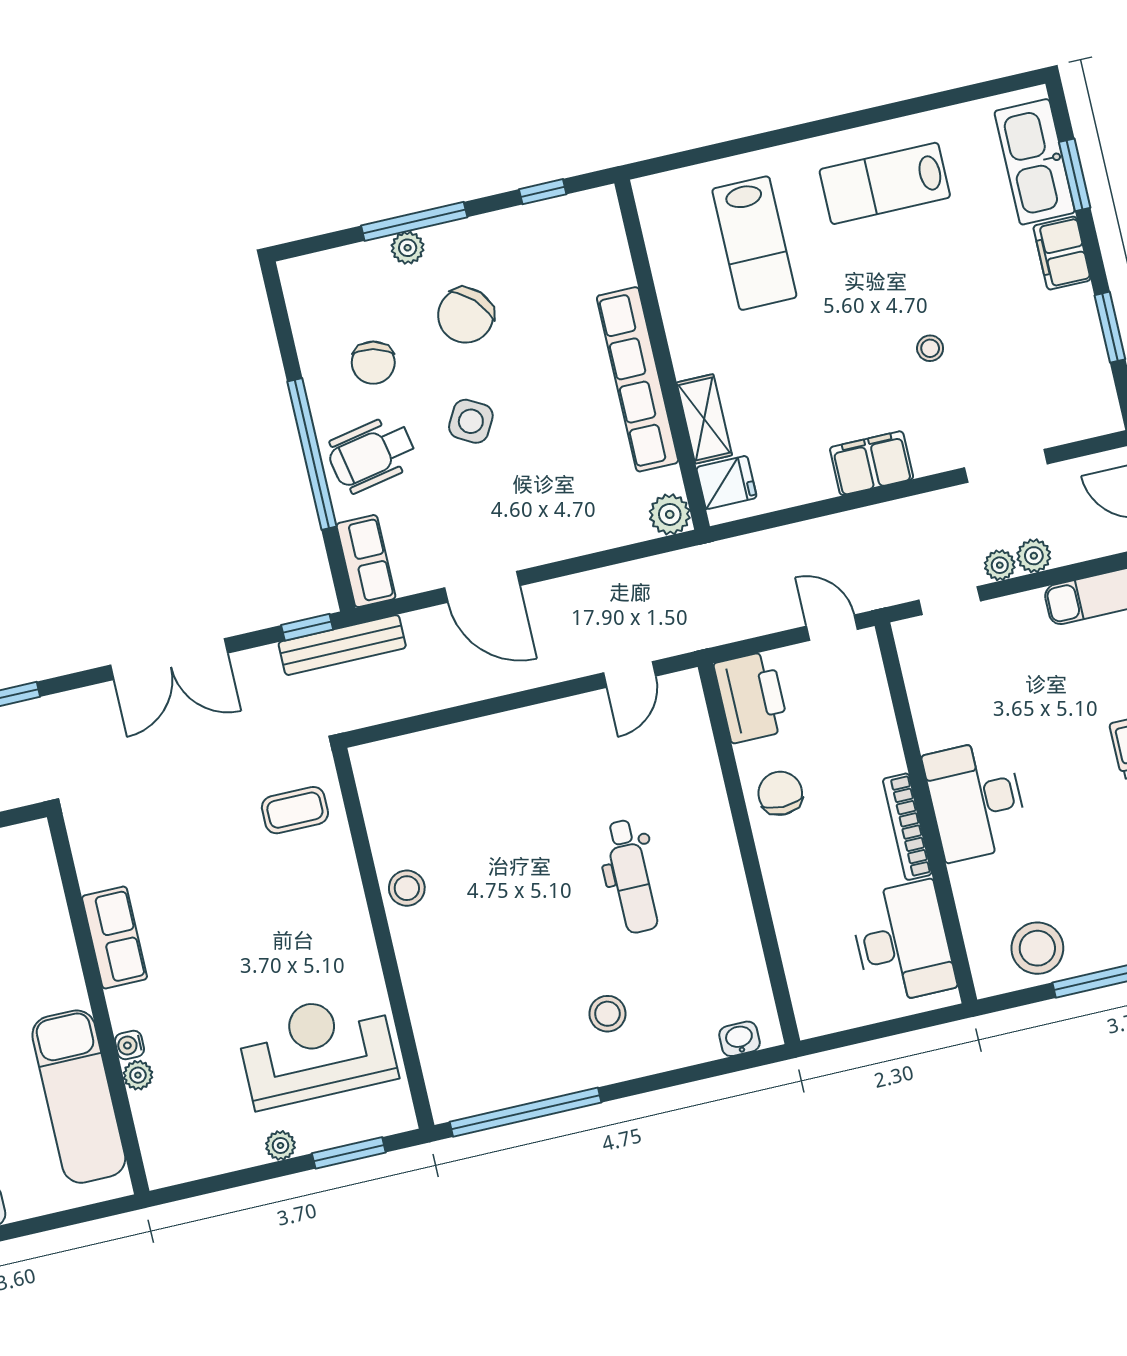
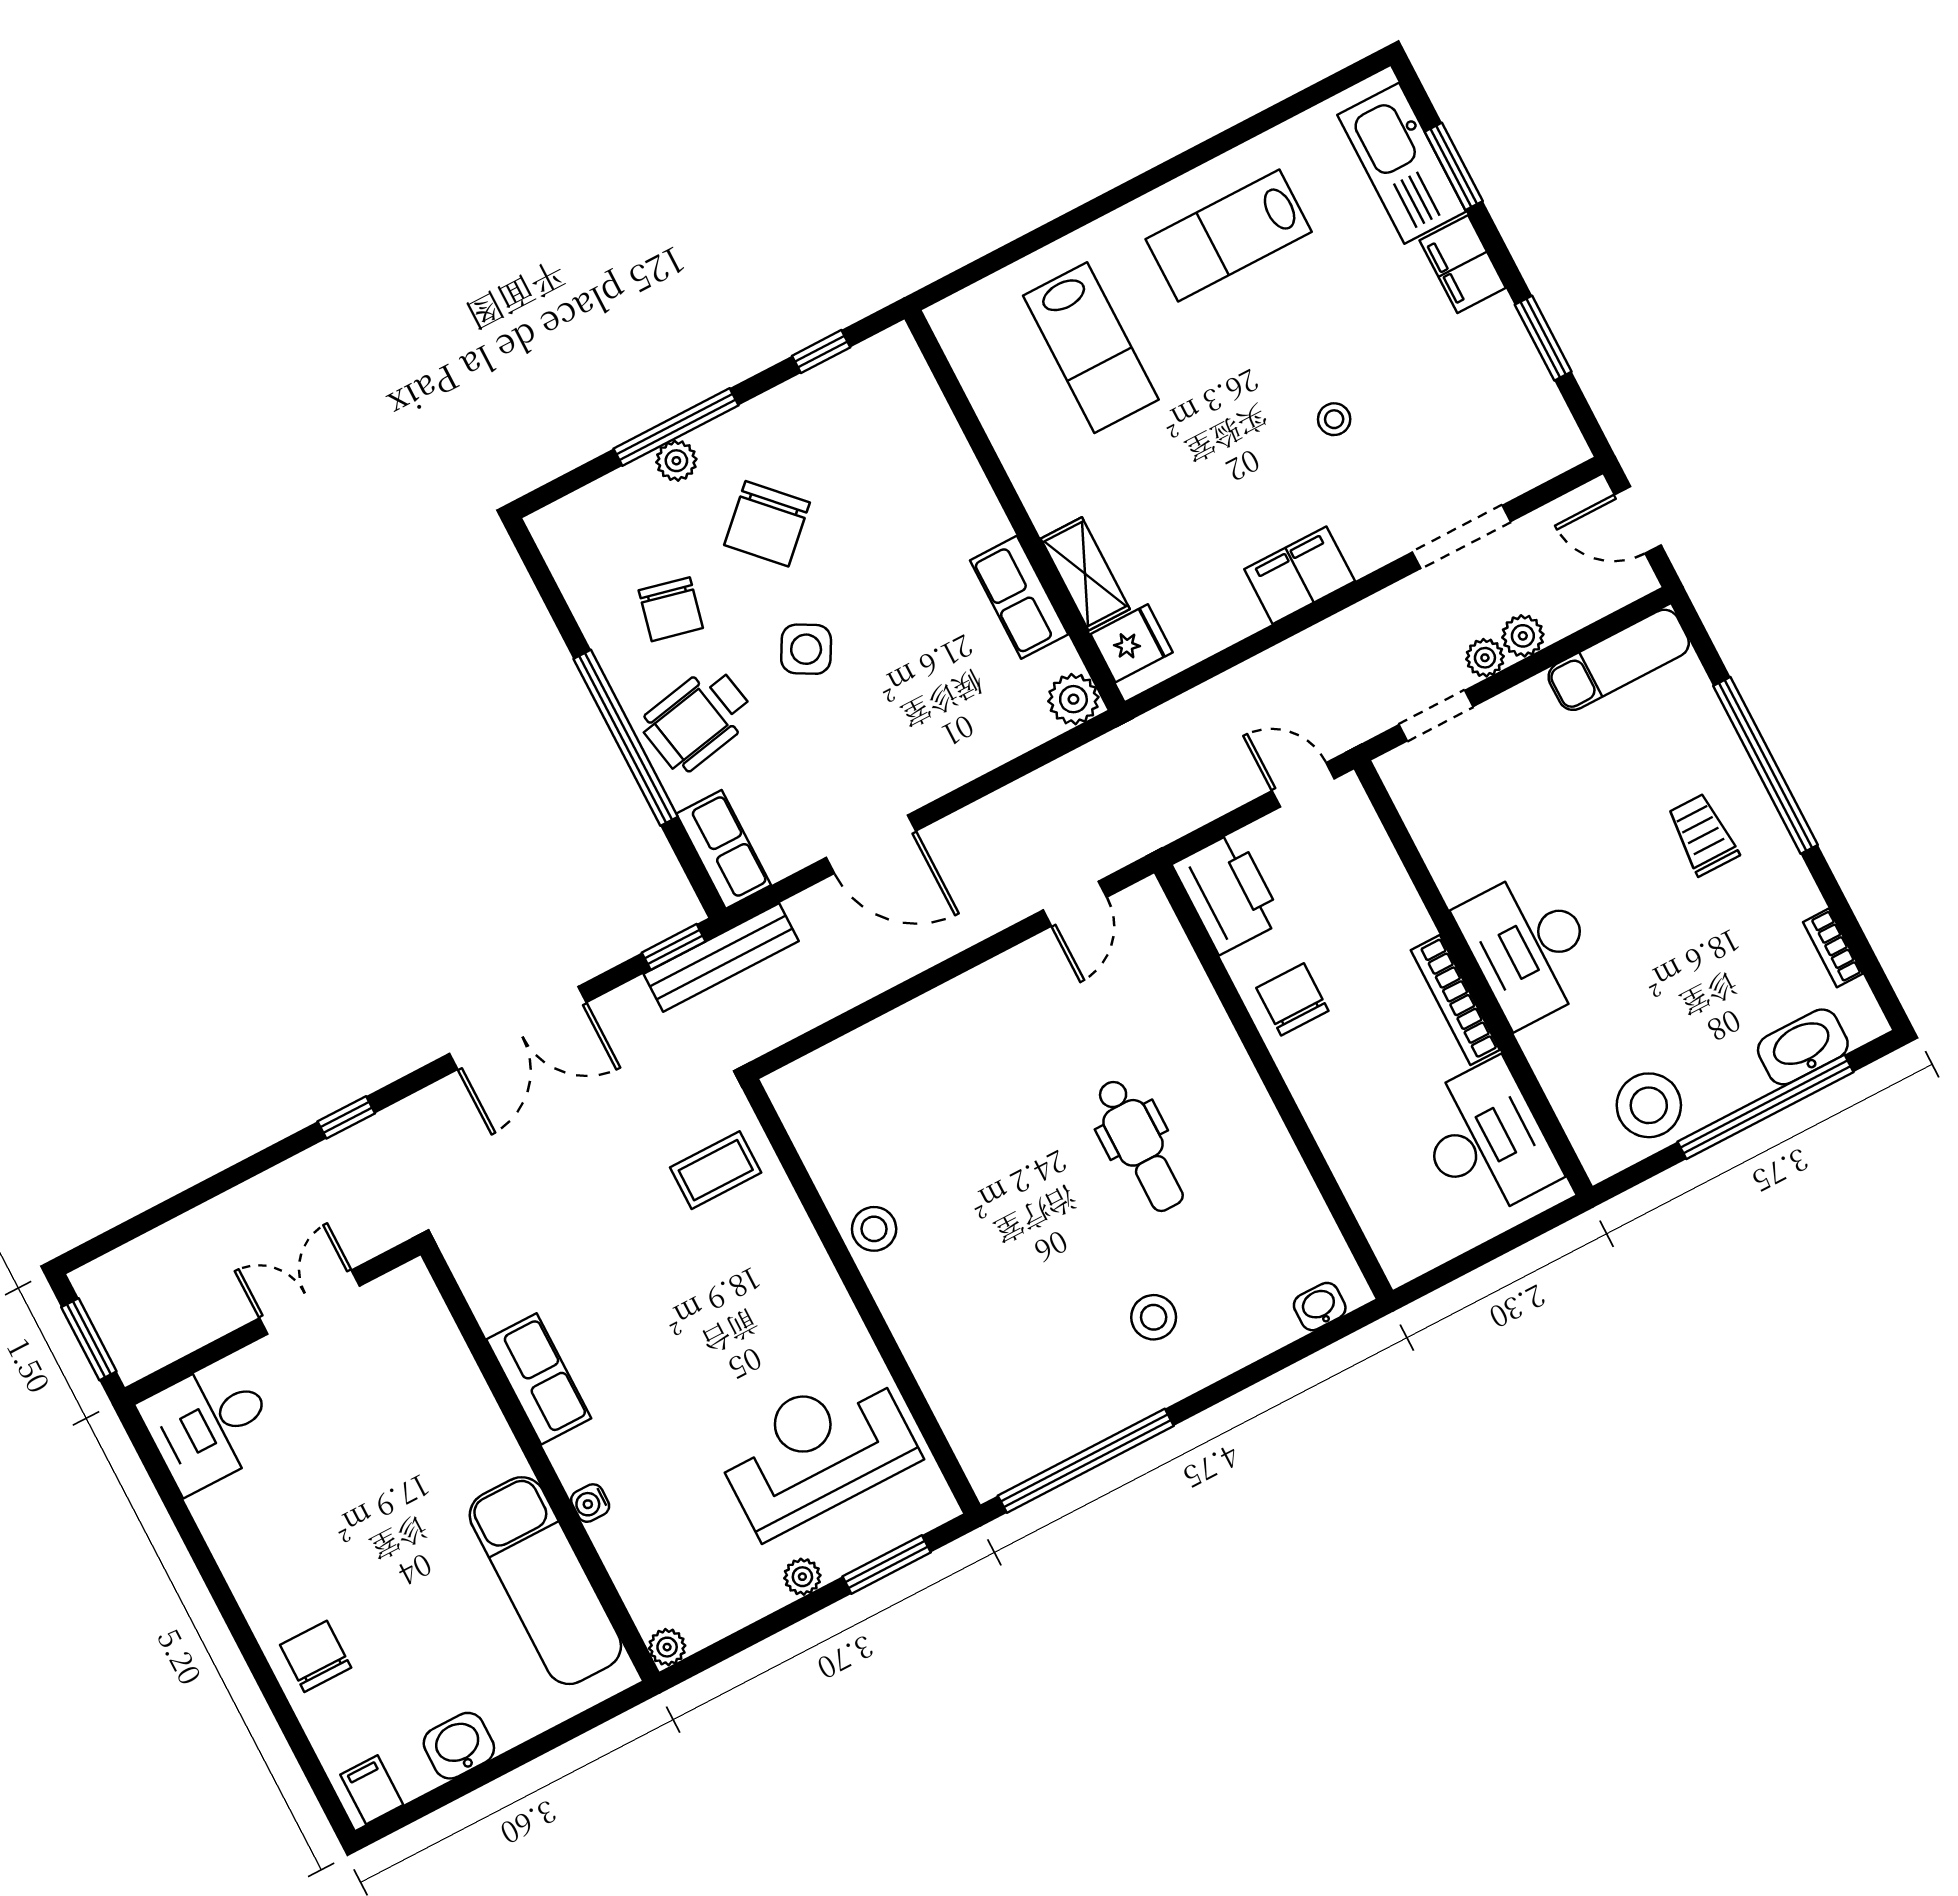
row of seats: (638, 379) -> (1019, 597), width x0.50
plant: (138, 1075) -> (667, 1647), moved

